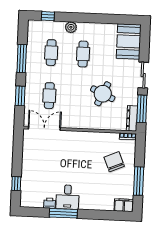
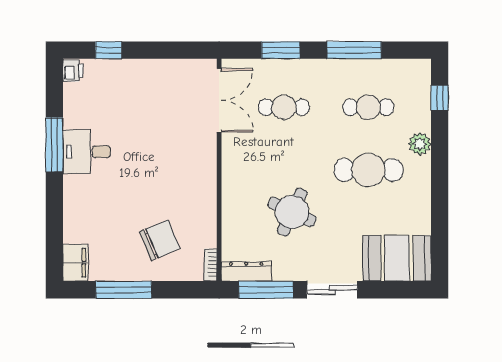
cafe table: (83, 54) -> (368, 170), width x1.37, depth x1.35
printer: (50, 203) -> (73, 71), moved

